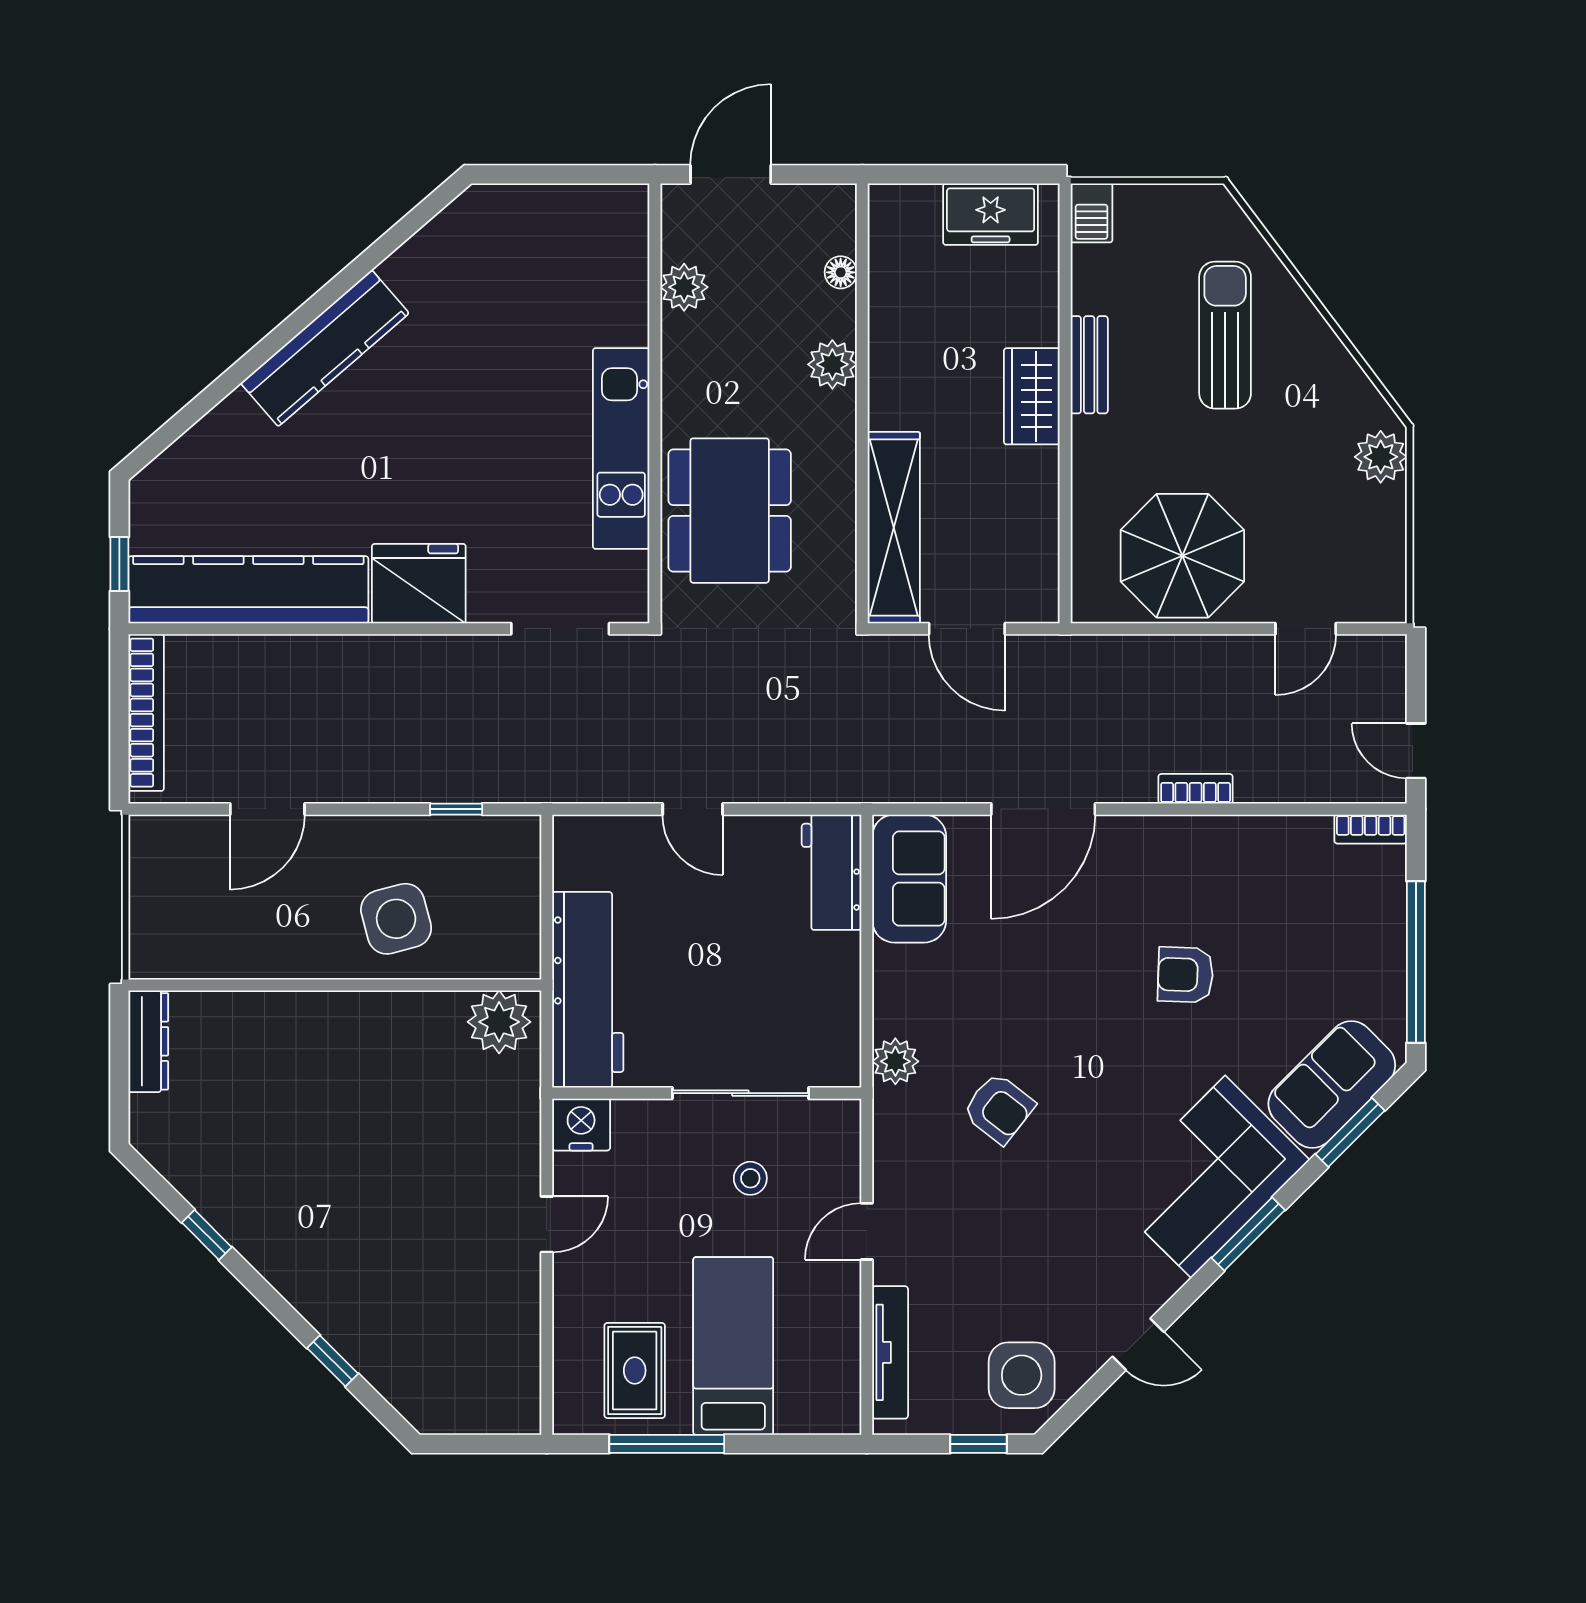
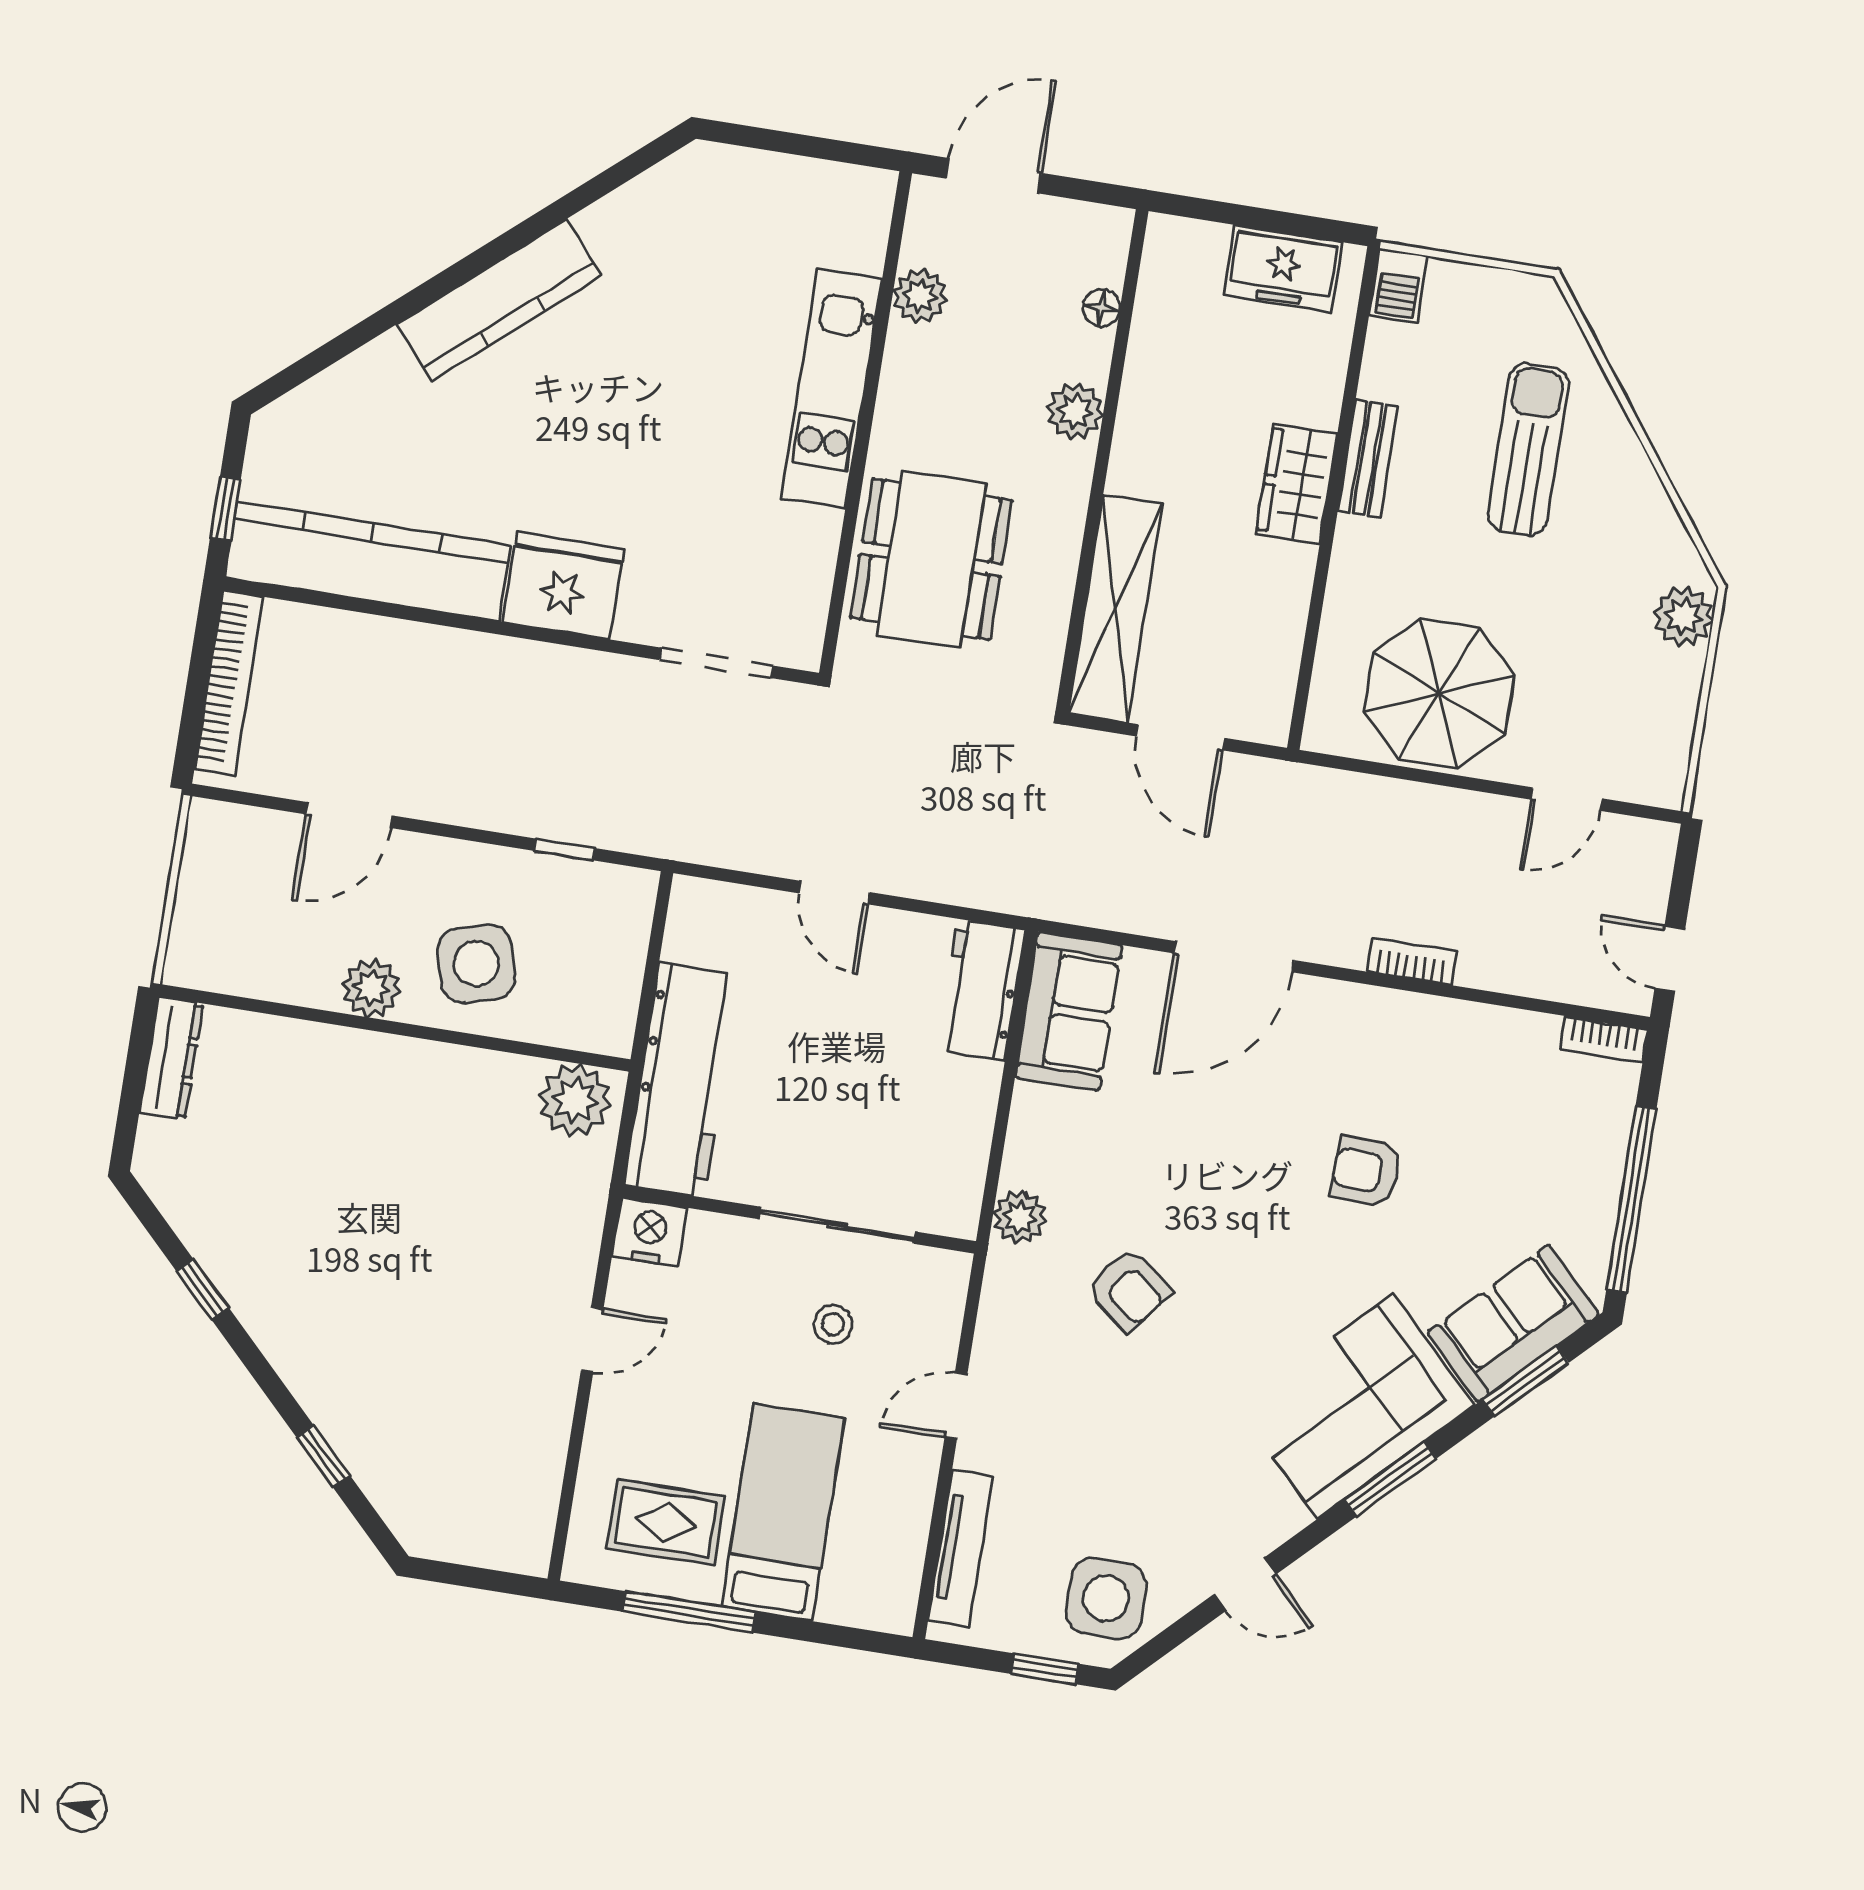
kitchen unit: (621, 449) -> (832, 389), moved
plant: (310, 954) -> (371, 988), added
rug: (635, 1371) -> (666, 1522), turned 90

